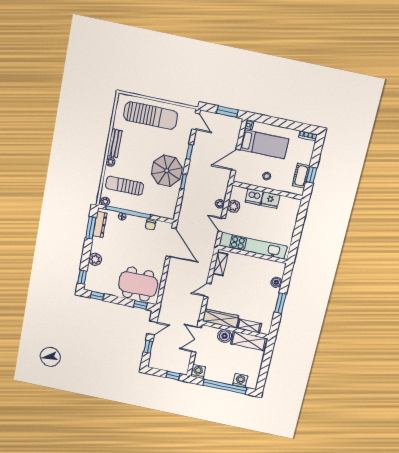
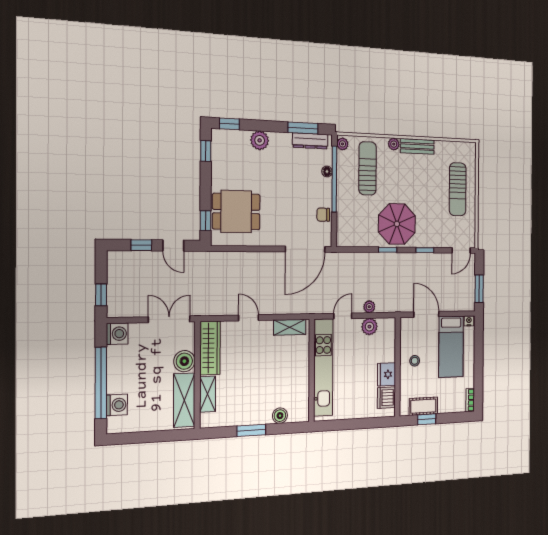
sun lounger: (151, 116) -> (458, 189), width x0.73, depth x0.75
dishwasher: (254, 197) -> (386, 398), moved
dining table: (138, 284) -> (236, 212), width x0.73

